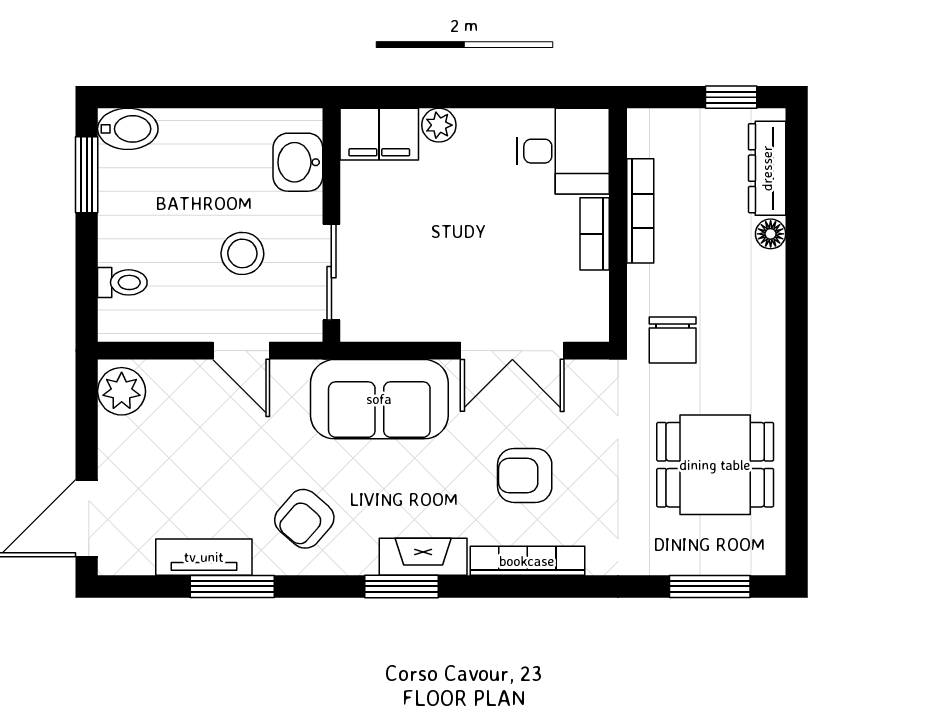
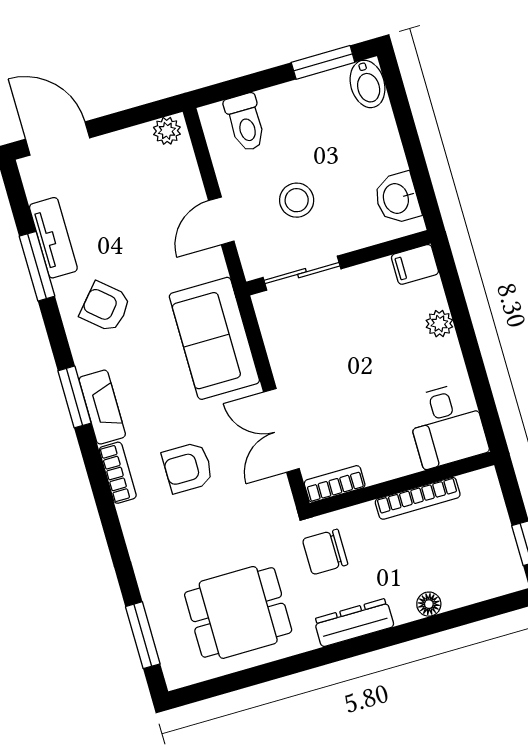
filing cabinet: (379, 134) -> (415, 264), width x0.50
washbasin: (298, 162) -> (397, 198), moved, turned -90
dresser: (767, 168) -> (354, 623), moved
bookcase: (595, 234) -> (335, 484), moved
toilet: (122, 282) -> (245, 122), width x1.37, depth x1.39
plant: (122, 391) -> (167, 131), width x0.73, depth x0.73
dining table: (715, 465) -> (238, 612), turned 90
armchair: (525, 475) -> (188, 468), turned -90
bookcase: (527, 561) -> (118, 473), width x0.64

